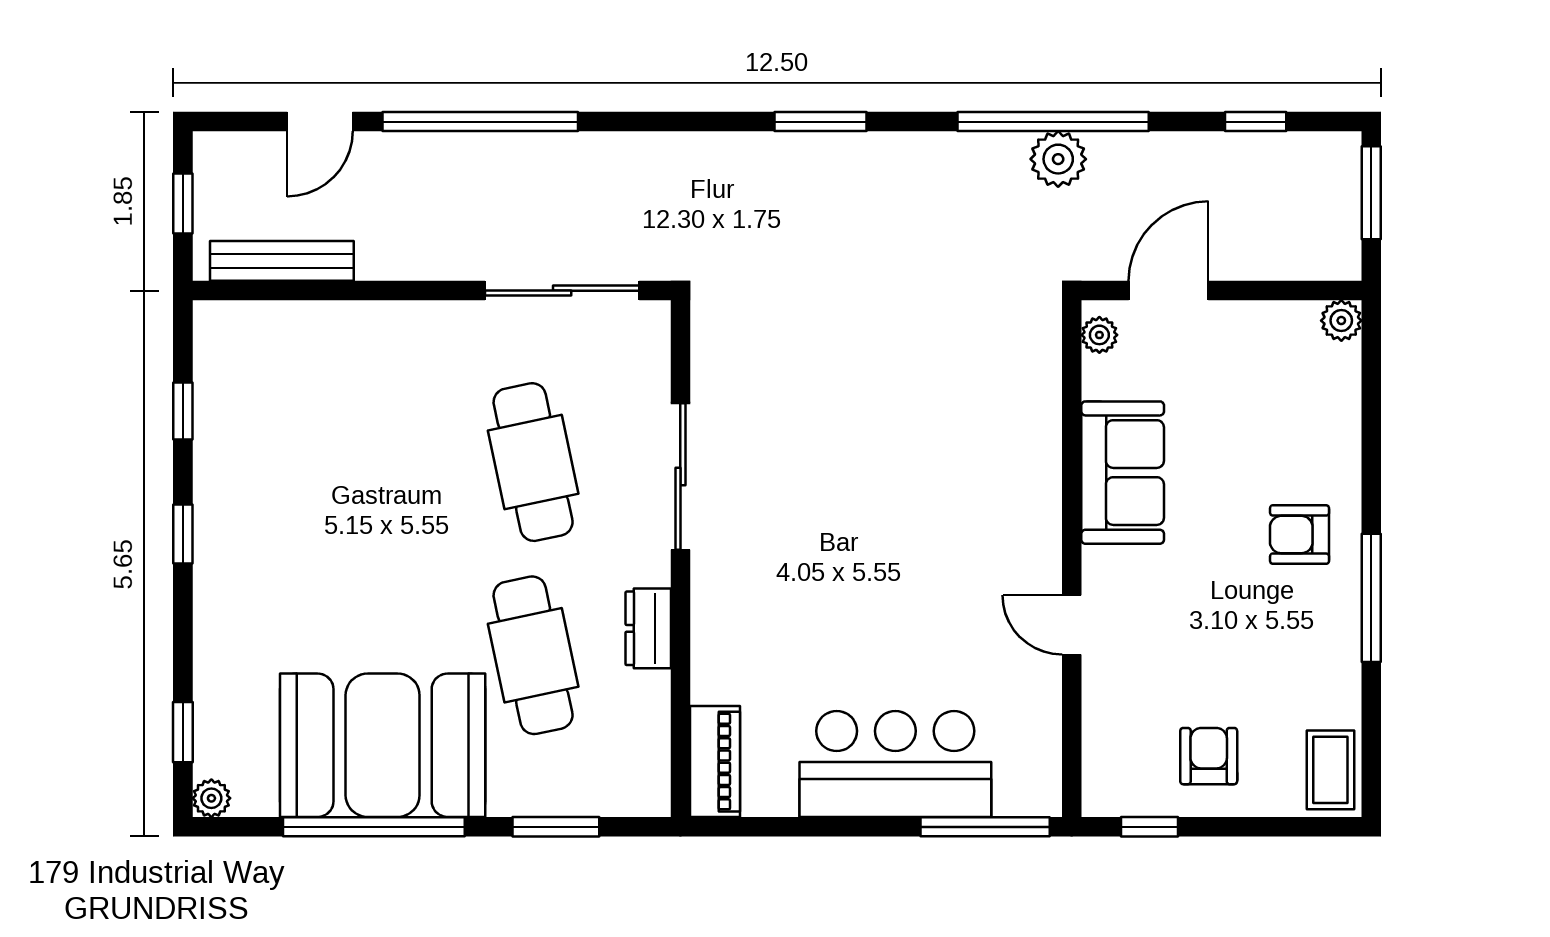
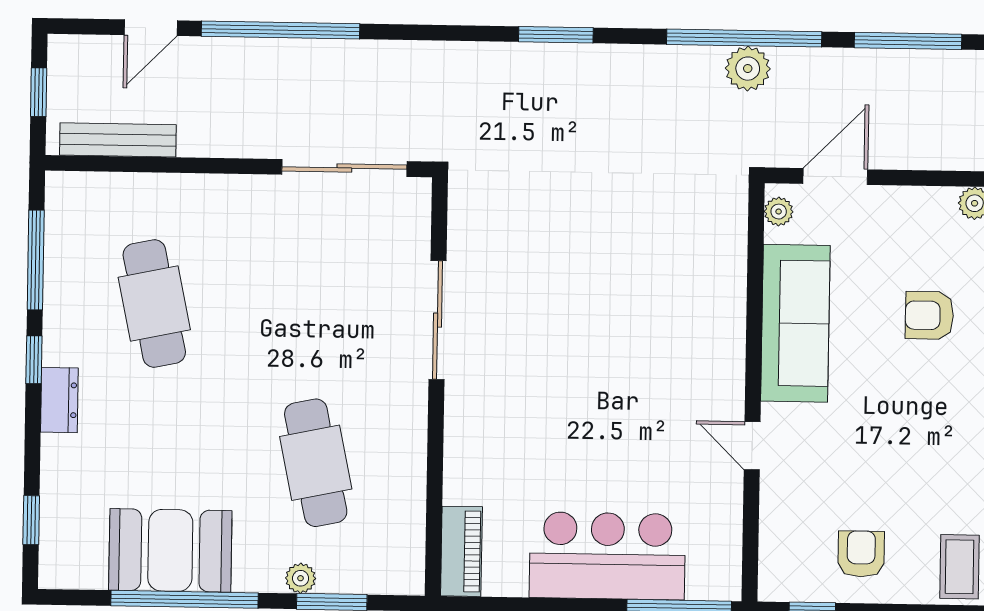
window: (1256, 122) -> (908, 41), width x2.17
window: (183, 411) -> (36, 260), width x2.17
cafe table: (533, 462) -> (154, 304), moved
sofa: (1123, 473) -> (795, 323), width x1.36
armchair: (1300, 535) -> (929, 315), moved
dresser: (648, 628) -> (59, 400), moved, turned 180
booth: (383, 745) -> (170, 550), width x0.73, depth x0.70
plant: (211, 798) -> (301, 578), moved

